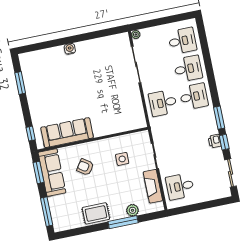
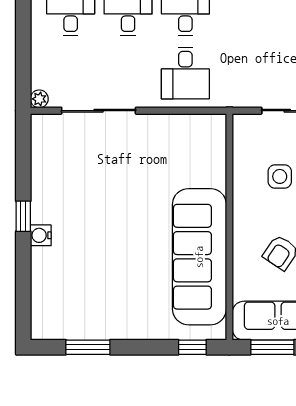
window: (77, 38) -> (23, 216), added
sofa: (67, 133) -> (199, 257), width x1.36, depth x1.27

